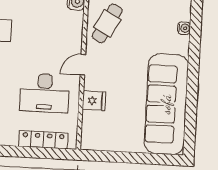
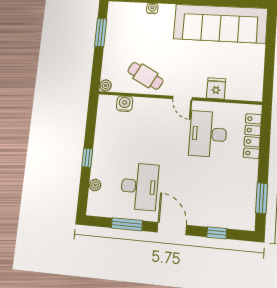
desk: (45, 93) -> (208, 134), turned 180

